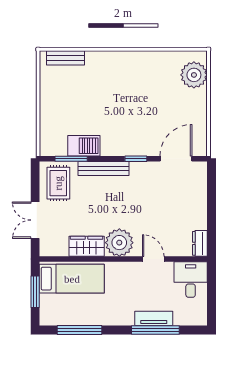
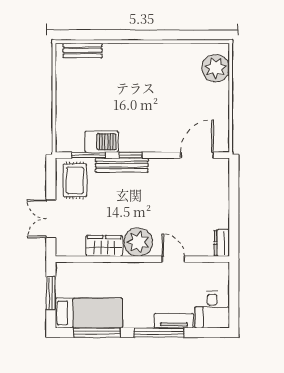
window: (136, 159) -> (131, 155), moved
bed: (72, 279) -> (89, 313), moved
desk: (191, 280) -> (212, 310), moved, turned 180
window: (155, 330) -> (159, 333), moved

